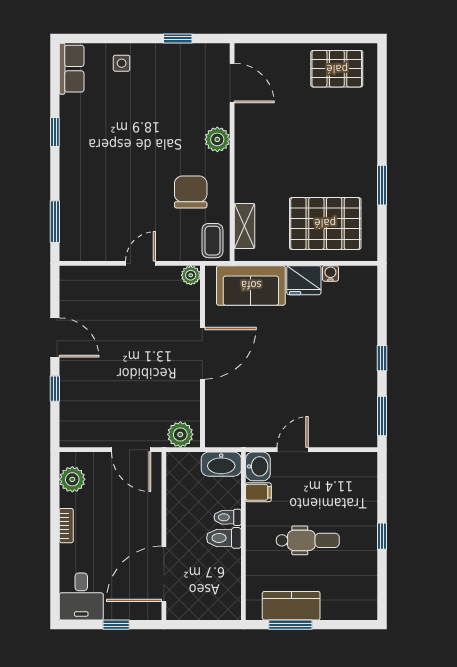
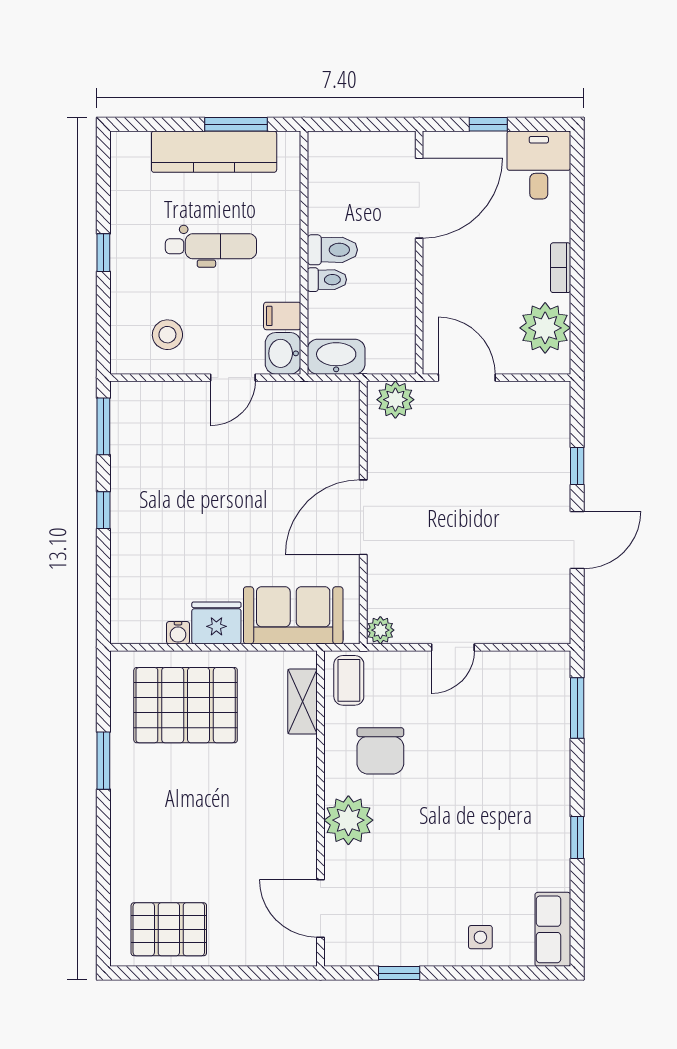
plant: (217, 139) -> (348, 820), width x1.36, depth x1.36
door: (55, 337) -> (577, 540), swing flipped
plant: (72, 479) -> (545, 328), width x1.36, depth x1.36
stool: (338, 479) -> (167, 335), added
dental chair: (308, 540) -> (211, 246), turned 180
kitchen counter: (291, 606) -> (214, 152), width x1.50

